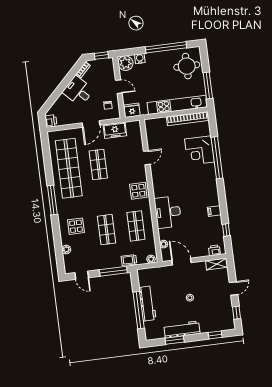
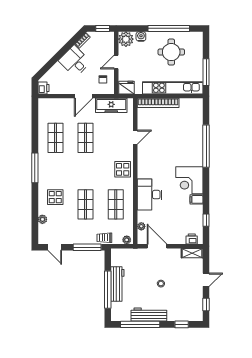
round table: (187, 66) -> (171, 52), moved
door: (119, 87) -> (116, 62), swing flipped
bookcase: (187, 119) -> (158, 103), moved
freezer: (115, 130) -> (111, 105), width x1.40
corner desk: (199, 150) -> (189, 180), moved
shop shelf: (69, 168) -> (55, 138), width x0.50, depth x0.74
window: (175, 340) -> (140, 324), width x2.11

